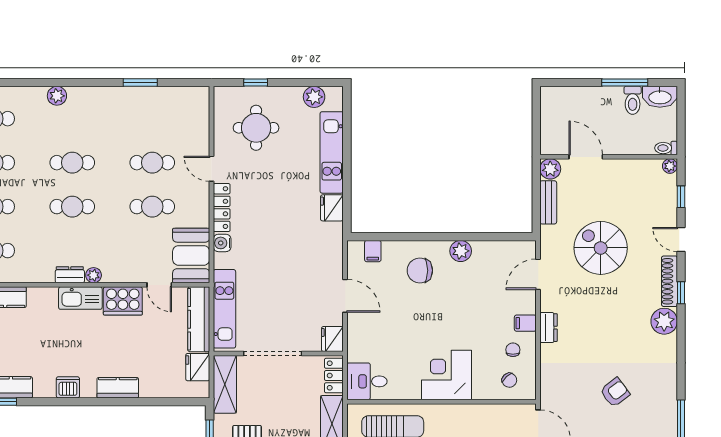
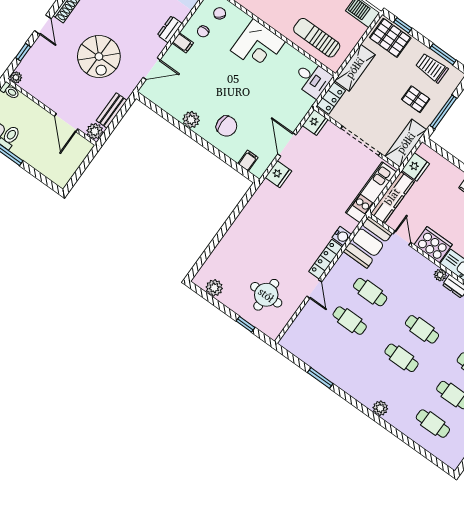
kitchen unit: (332, 152) -> (229, 244), removed
fridge: (332, 208) -> (278, 174), moved

